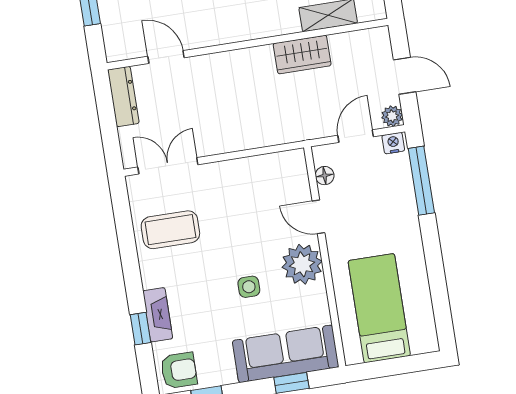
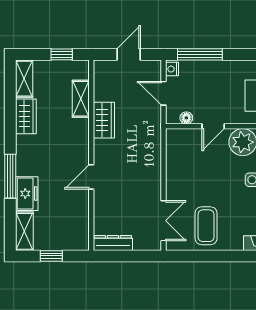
door: (166, 57) -> (91, 177), moved
plant: (392, 116) -> (154, 67), removed
double door: (168, 166) -> (163, 221), swing flipped

